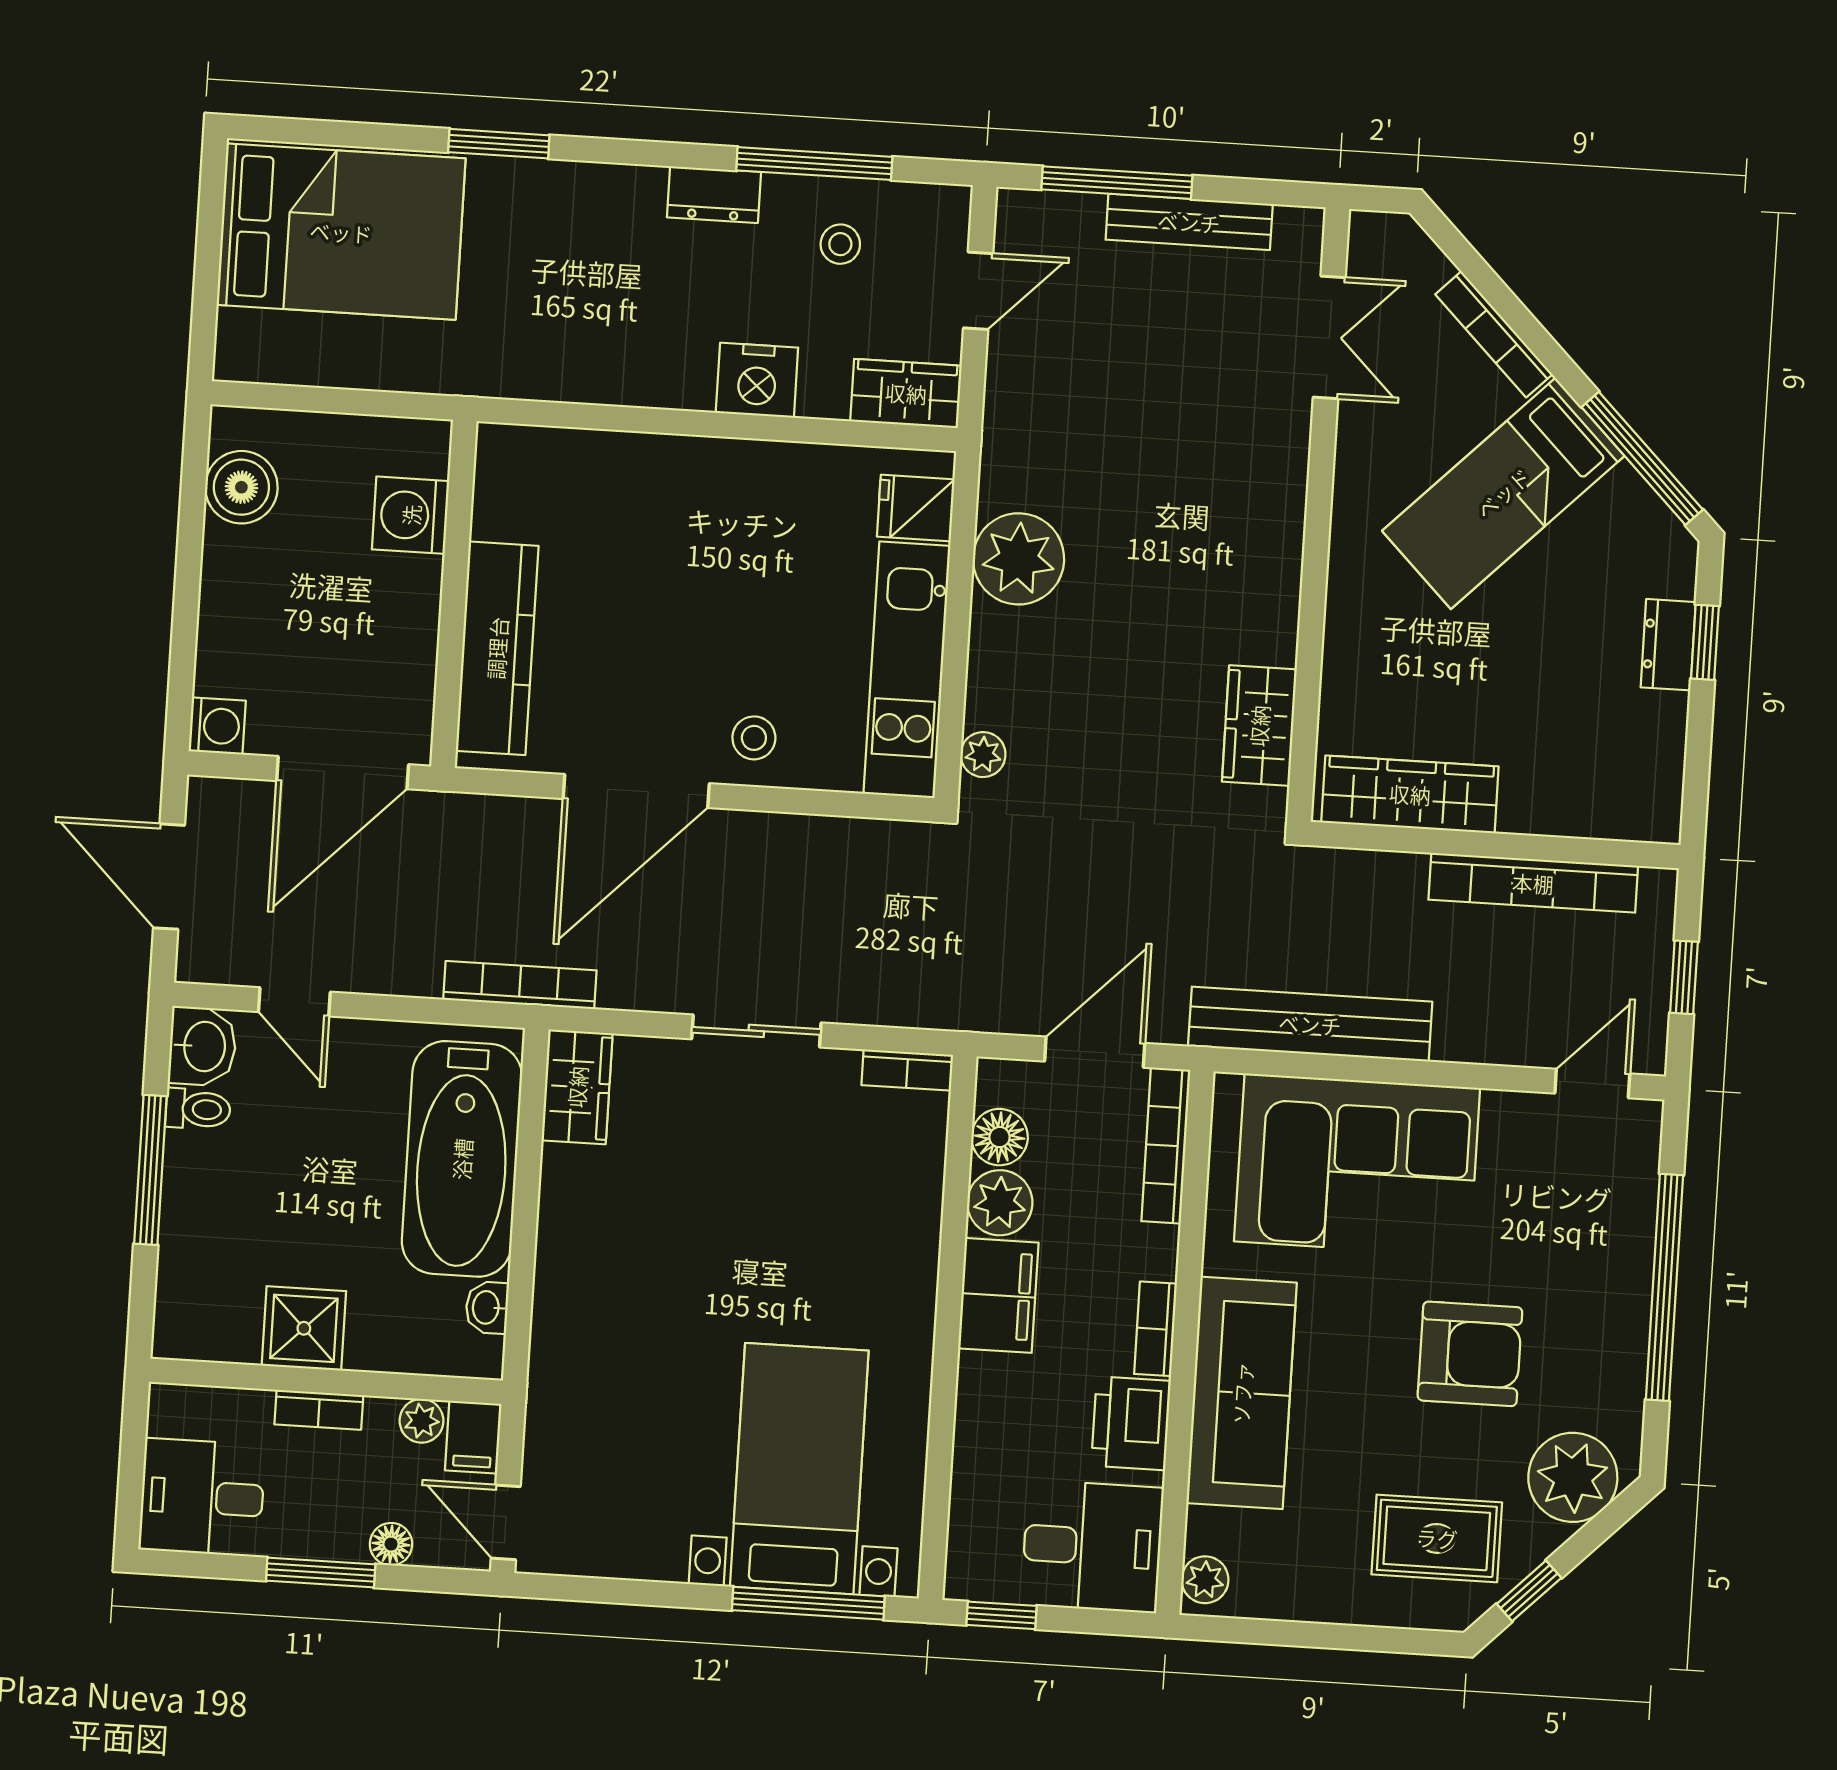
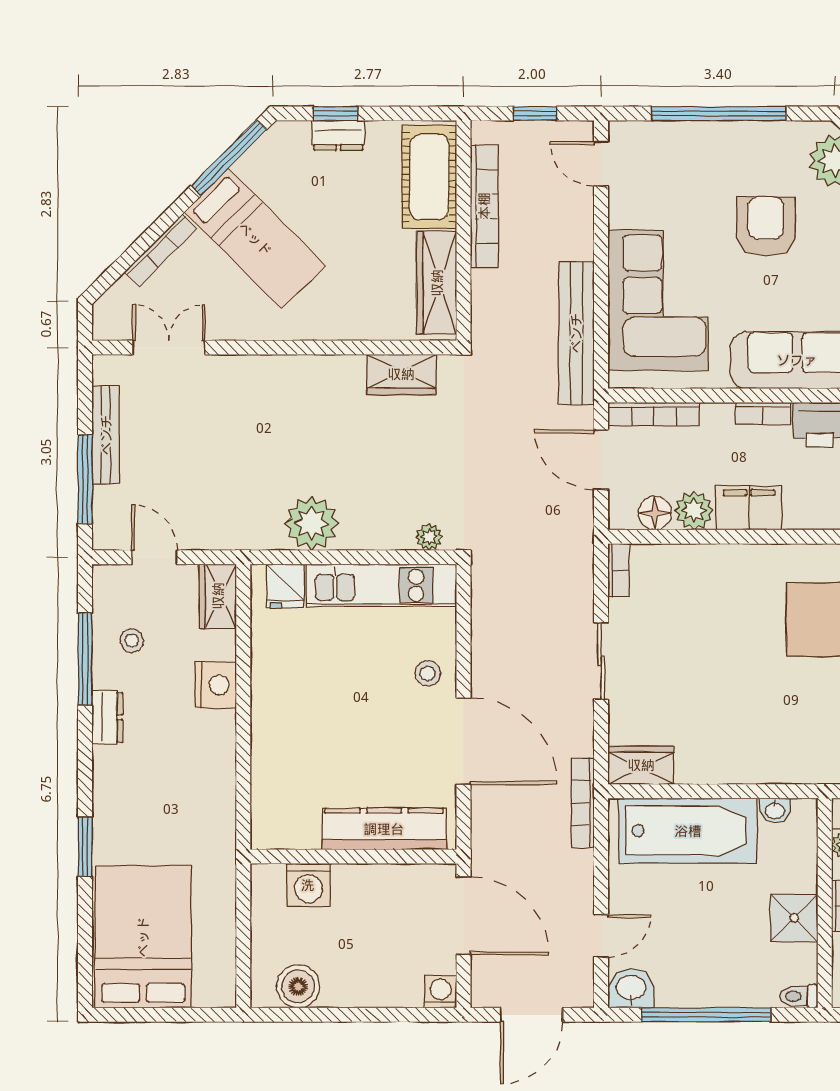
cot: (1588, 793) -> (429, 177), added
toilet: (198, 1109) -> (799, 996), moved, turned -90
window: (150, 1170) -> (706, 1015), width x1.46

